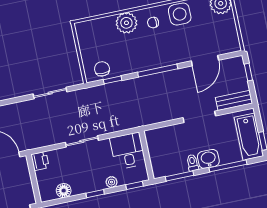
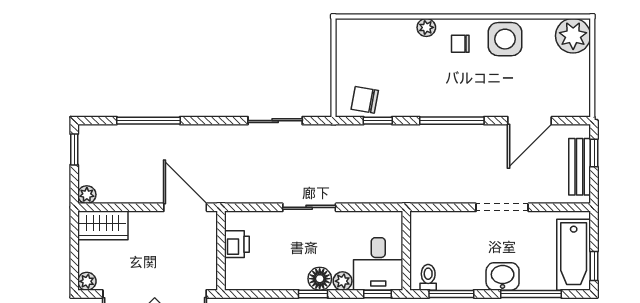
plant: (126, 23) -> (426, 27), width x0.53, depth x0.53
chair: (102, 69) -> (365, 100), turned -80
bench: (234, 100) -> (580, 167), moved, turned 90
desk: (128, 151) -> (378, 264), moved, turned 180
printer: (40, 161) -> (237, 244), moved
toilet: (192, 163) -> (428, 277), moved
floor lamp: (64, 191) -> (320, 279), moved

